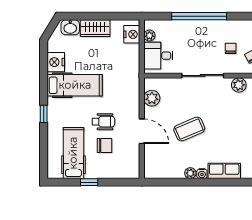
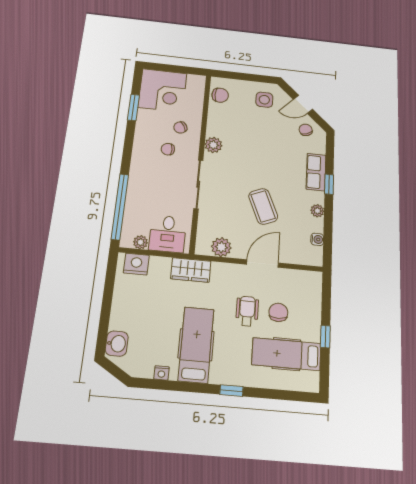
window: (199, 16) -> (120, 207), moved
wardrobe: (95, 28) -> (191, 270), moved, turned 90
nightstand: (56, 62) -> (161, 373), width x0.53, depth x0.56
water cooler: (202, 174) -> (317, 239), moved
window: (214, 182) -> (329, 184), added

